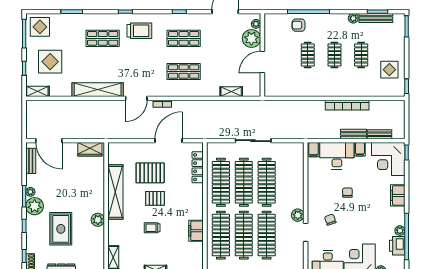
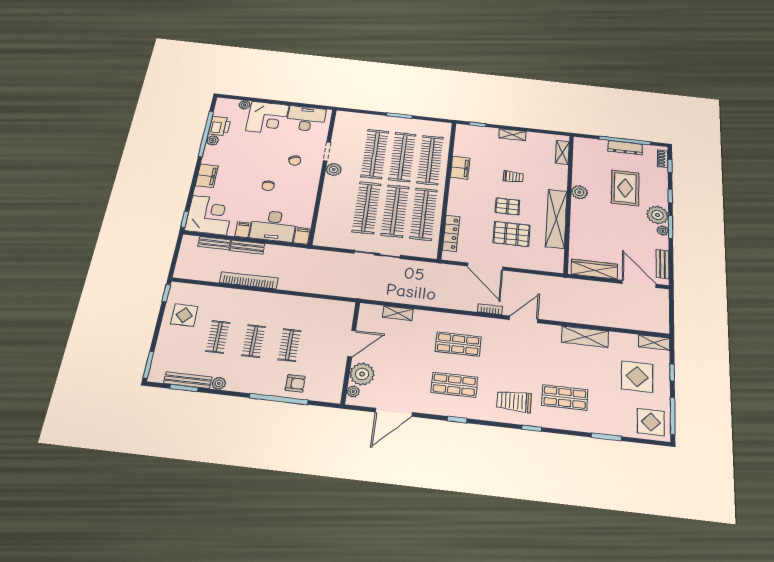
shelving: (98, 90) -> (585, 337), width x0.68
door: (169, 141) -> (485, 267), hinge flipped
wardrobe: (90, 149) -> (594, 269), width x1.50

